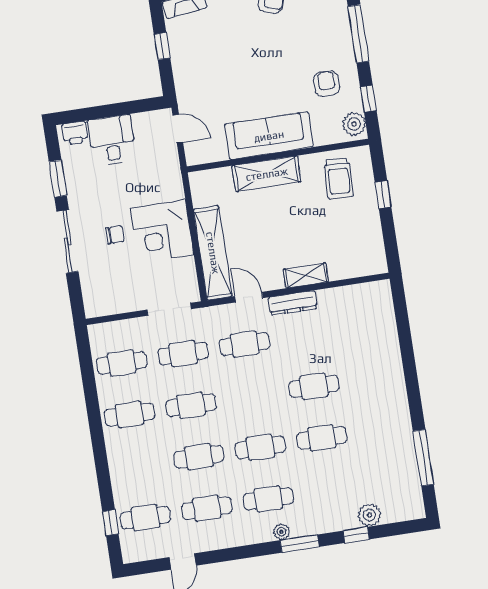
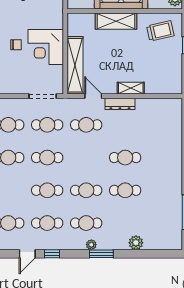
trolley: (339, 178) -> (160, 31), turned -105
plant: (369, 515) -> (136, 243), moved
window: (356, 535) -> (52, 254), moved

